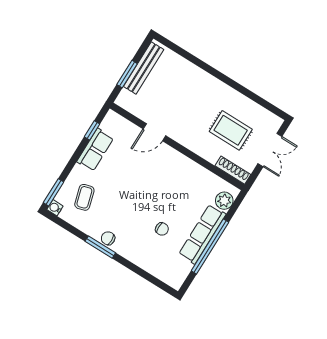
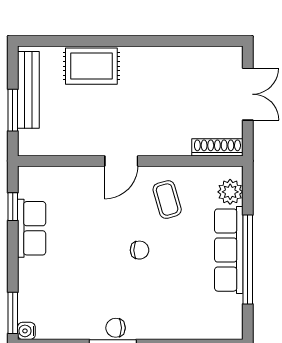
rug: (231, 130) -> (91, 66), moved
door: (154, 132) -> (121, 161), moved
coffee table: (84, 197) -> (167, 200), moved
chair: (162, 229) -> (140, 250), moved

